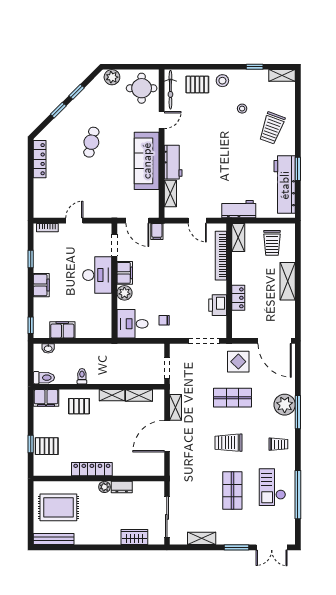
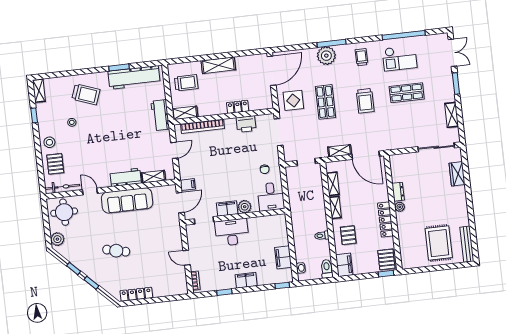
locker: (92, 469) -> (385, 220), moved
wall: (99, 479) -> (393, 213), moved
plant: (104, 487) -> (400, 207), moved
dresser: (122, 487) -> (398, 192), moved

